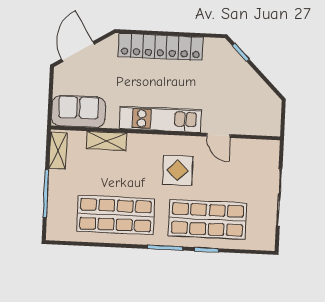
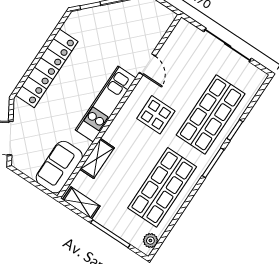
door: (218, 135) -> (147, 64), hinge flipped
plant: (61, 233) -> (150, 241), added

